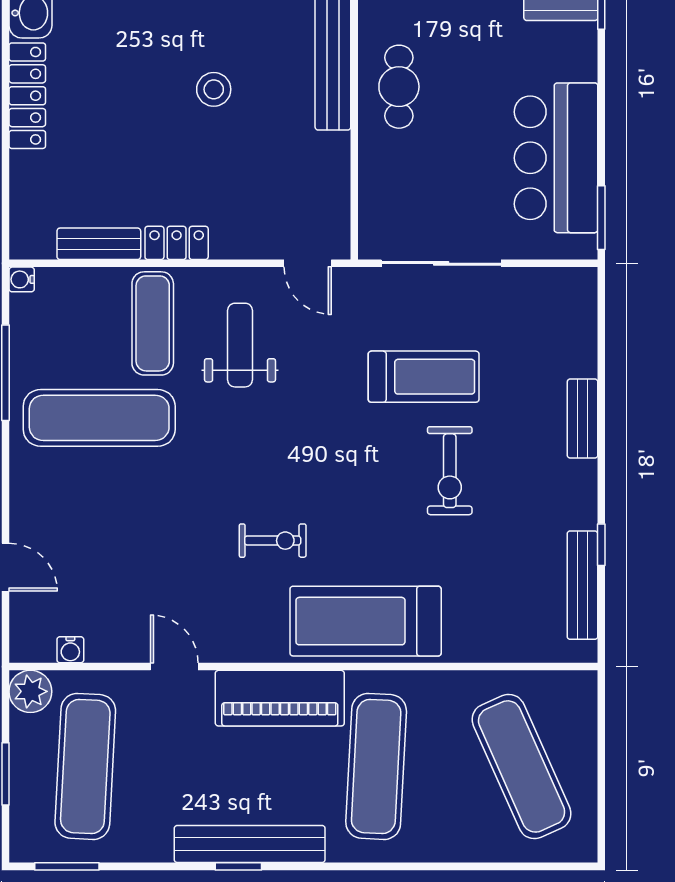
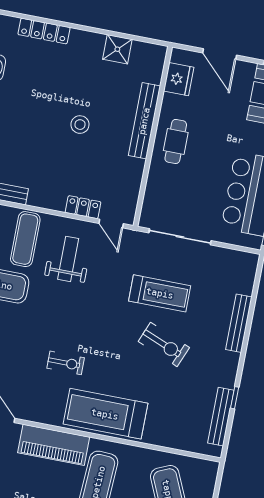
locker: (177, 243) -> (83, 207), moved
bench: (583, 419) -> (239, 323), width x1.36
exercise bike: (450, 471) -> (164, 344), turned -68

